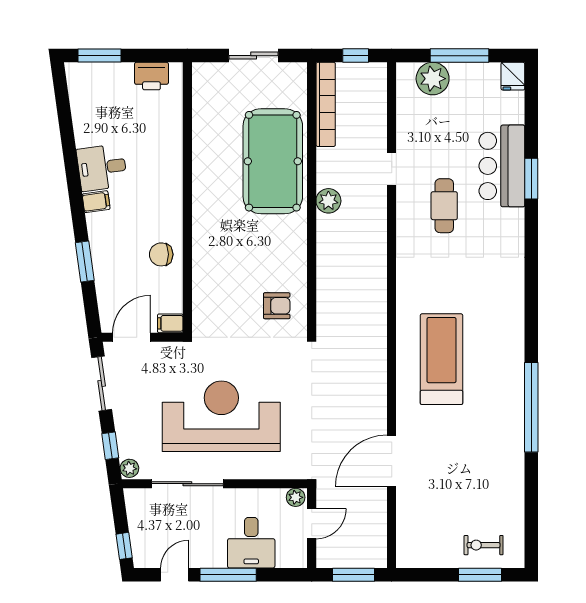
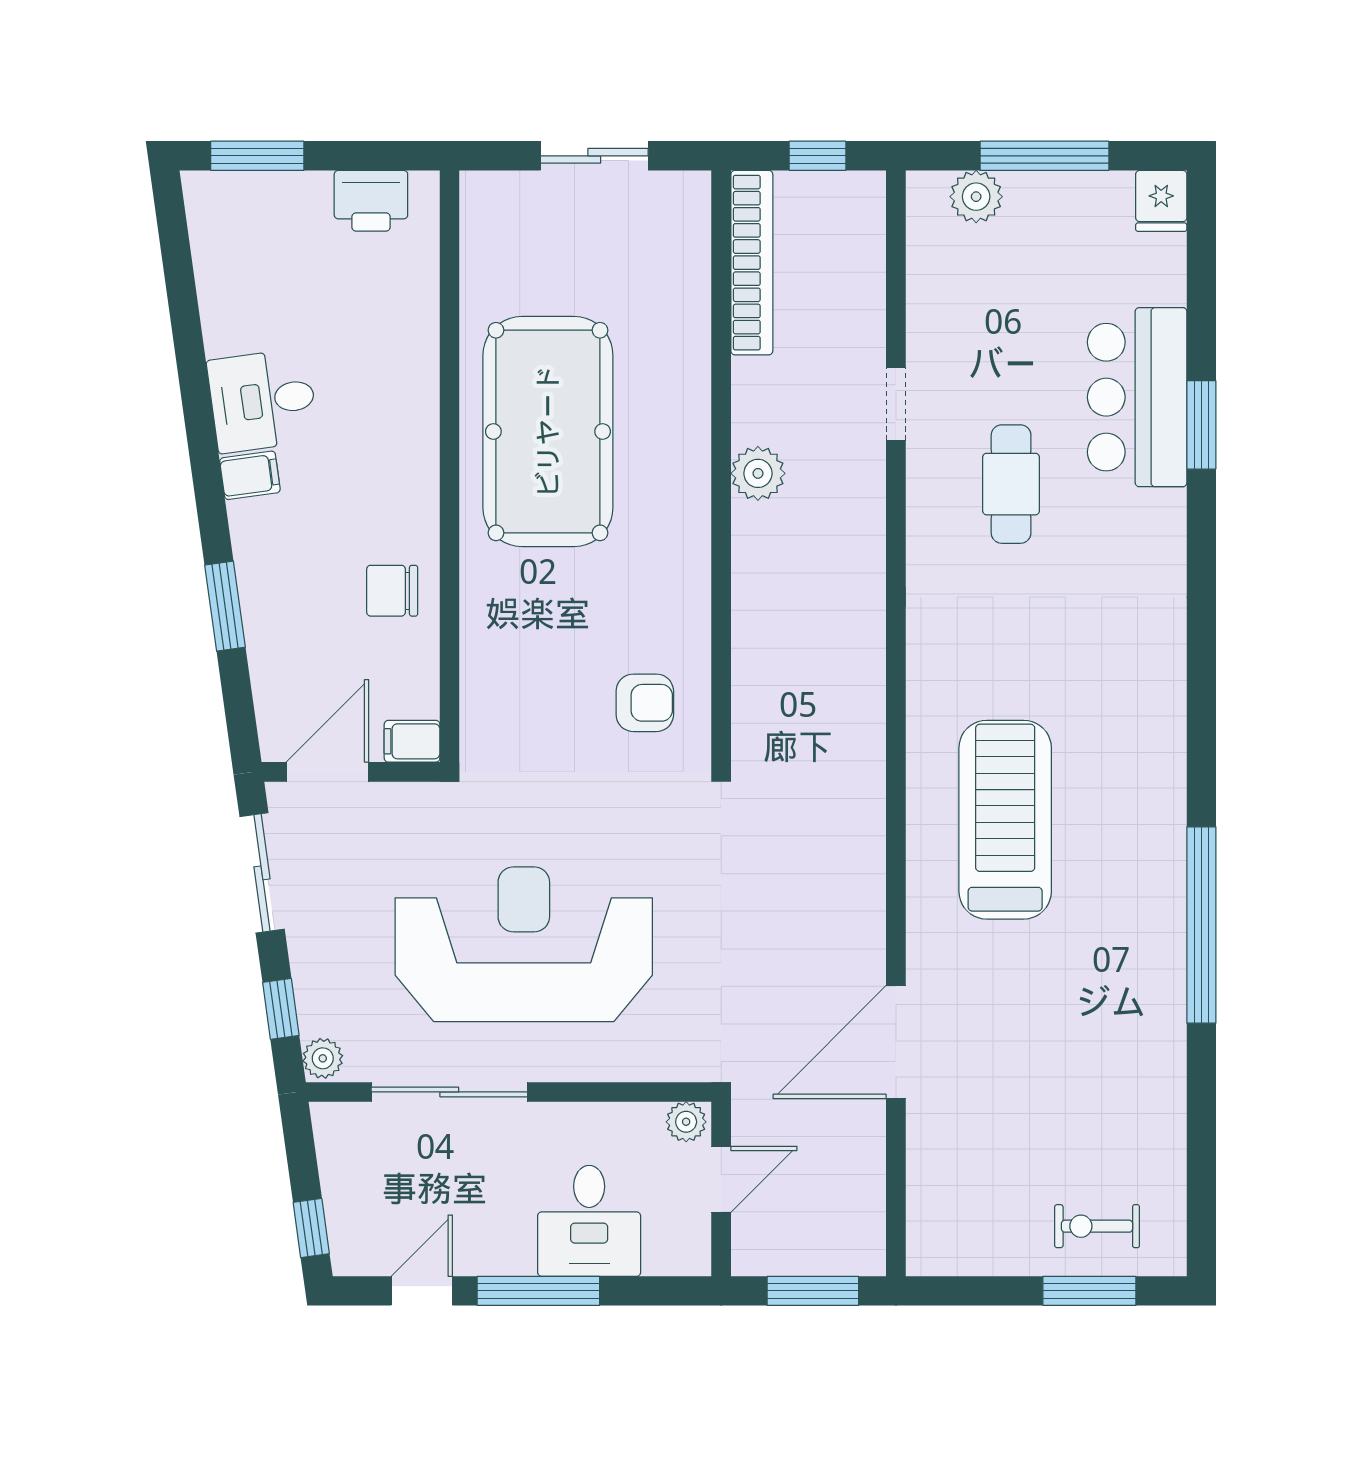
plant: (433, 79) -> (976, 197), width x0.73, depth x0.73
pool table: (273, 161) -> (548, 432), moved

